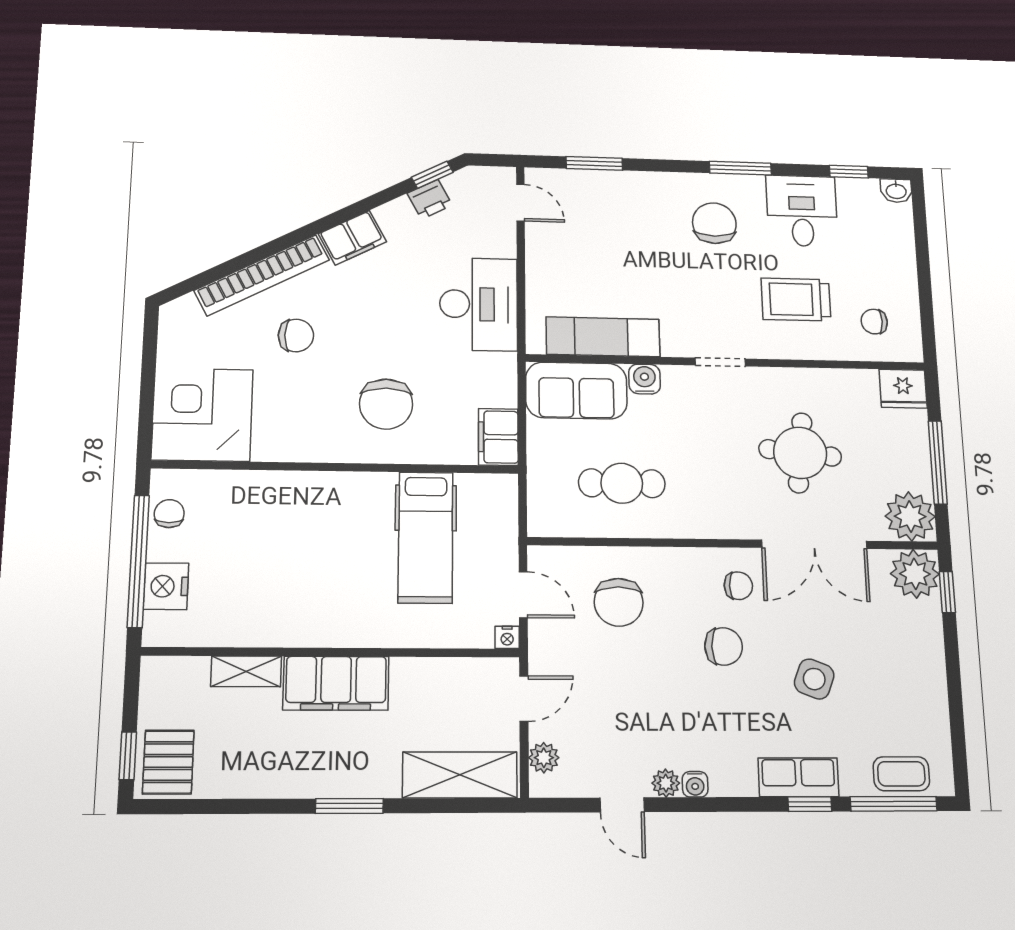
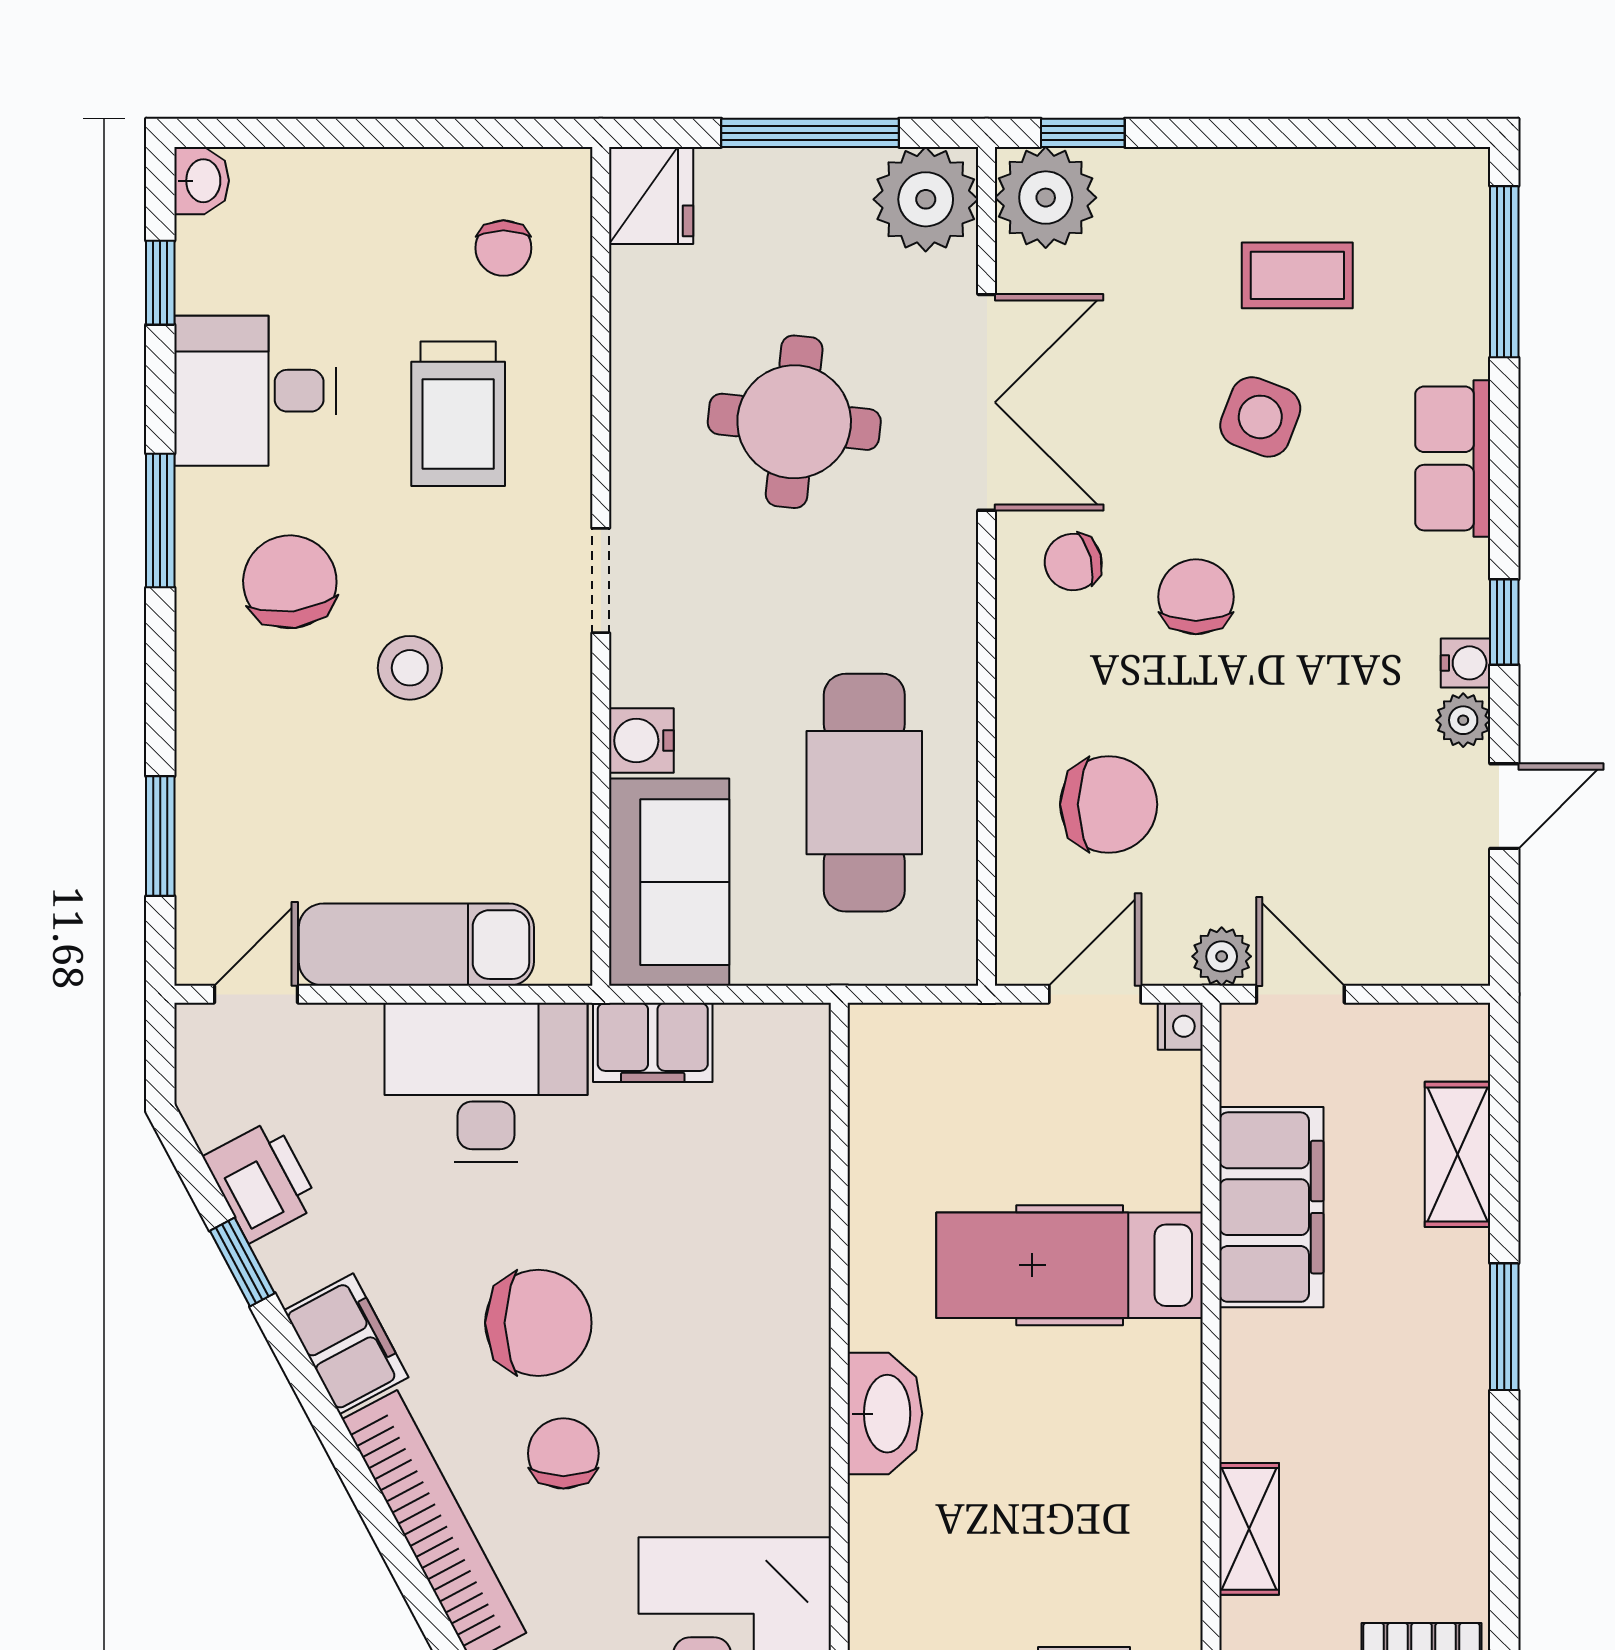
window: (432, 175) -> (242, 1262), moved
printer: (430, 199) -> (261, 1181), width x1.36, depth x1.24
chair: (714, 223) -> (290, 582), turned 83
stool: (676, 275) -> (410, 668), added
exam couch: (603, 337) -> (416, 945), moved, turned 90
chair: (386, 404) -> (538, 1323), moved
filing cabinet: (498, 437) -> (653, 1042), moved
cafe table: (622, 483) -> (864, 793), width x1.37, depth x1.35
washbasin: (312, 489) -> (885, 1414), added
hospital bed: (426, 537) -> (1070, 1265), moved, turned 180
chair: (738, 586) -> (1073, 562), turned -105
filing cabinet: (336, 683) -> (1271, 1207), moved
plant: (544, 758) -> (1222, 956), moved
coffee table: (901, 774) -> (1297, 275), moved, turned 90
shelving: (460, 775) -> (1457, 1154), width x0.67, depth x0.75
window: (810, 804) -> (1504, 622), moved

